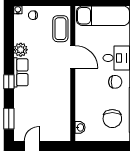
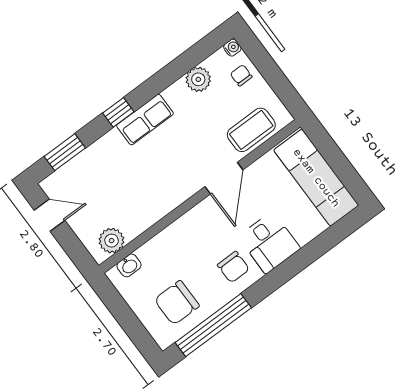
plant: (21, 50) -> (198, 79), moved
plant: (63, 127) -> (112, 241), added

